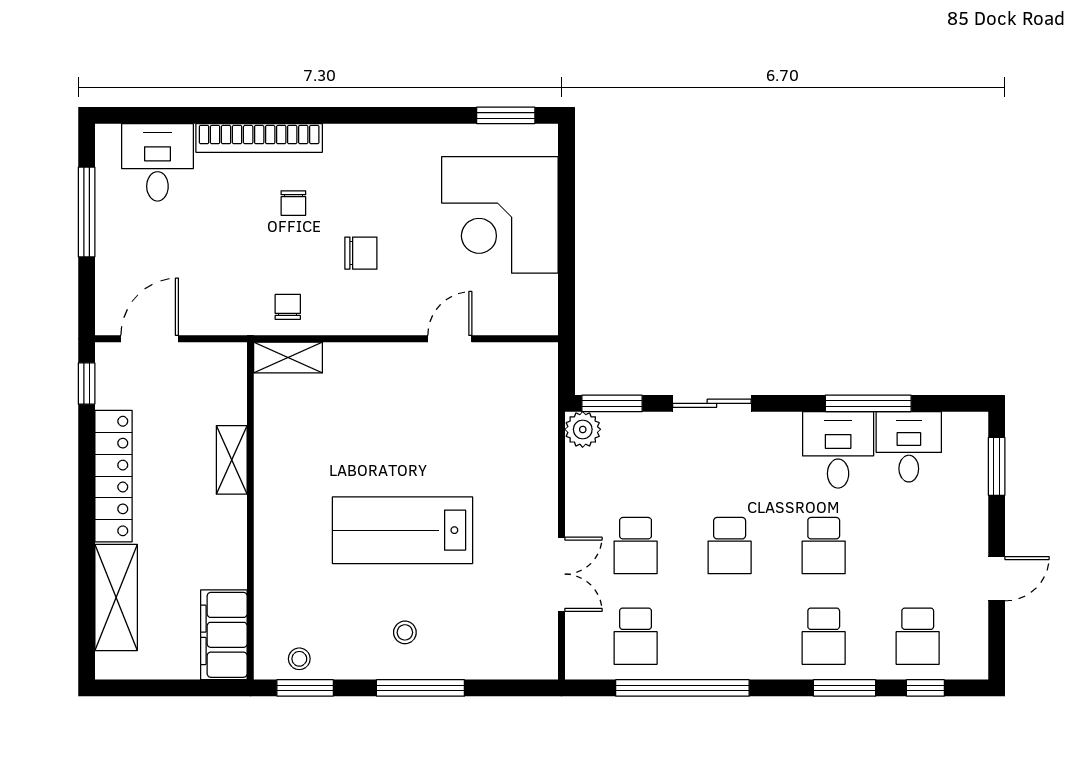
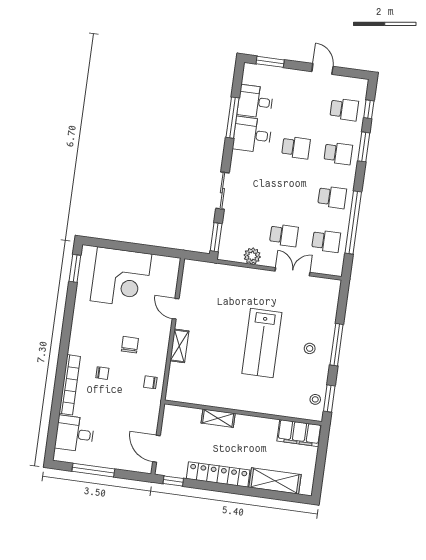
shelving: (288, 358) -> (179, 346), moved
plant: (583, 429) -> (252, 256), moved
school desk: (730, 546) -> (332, 197), moved

